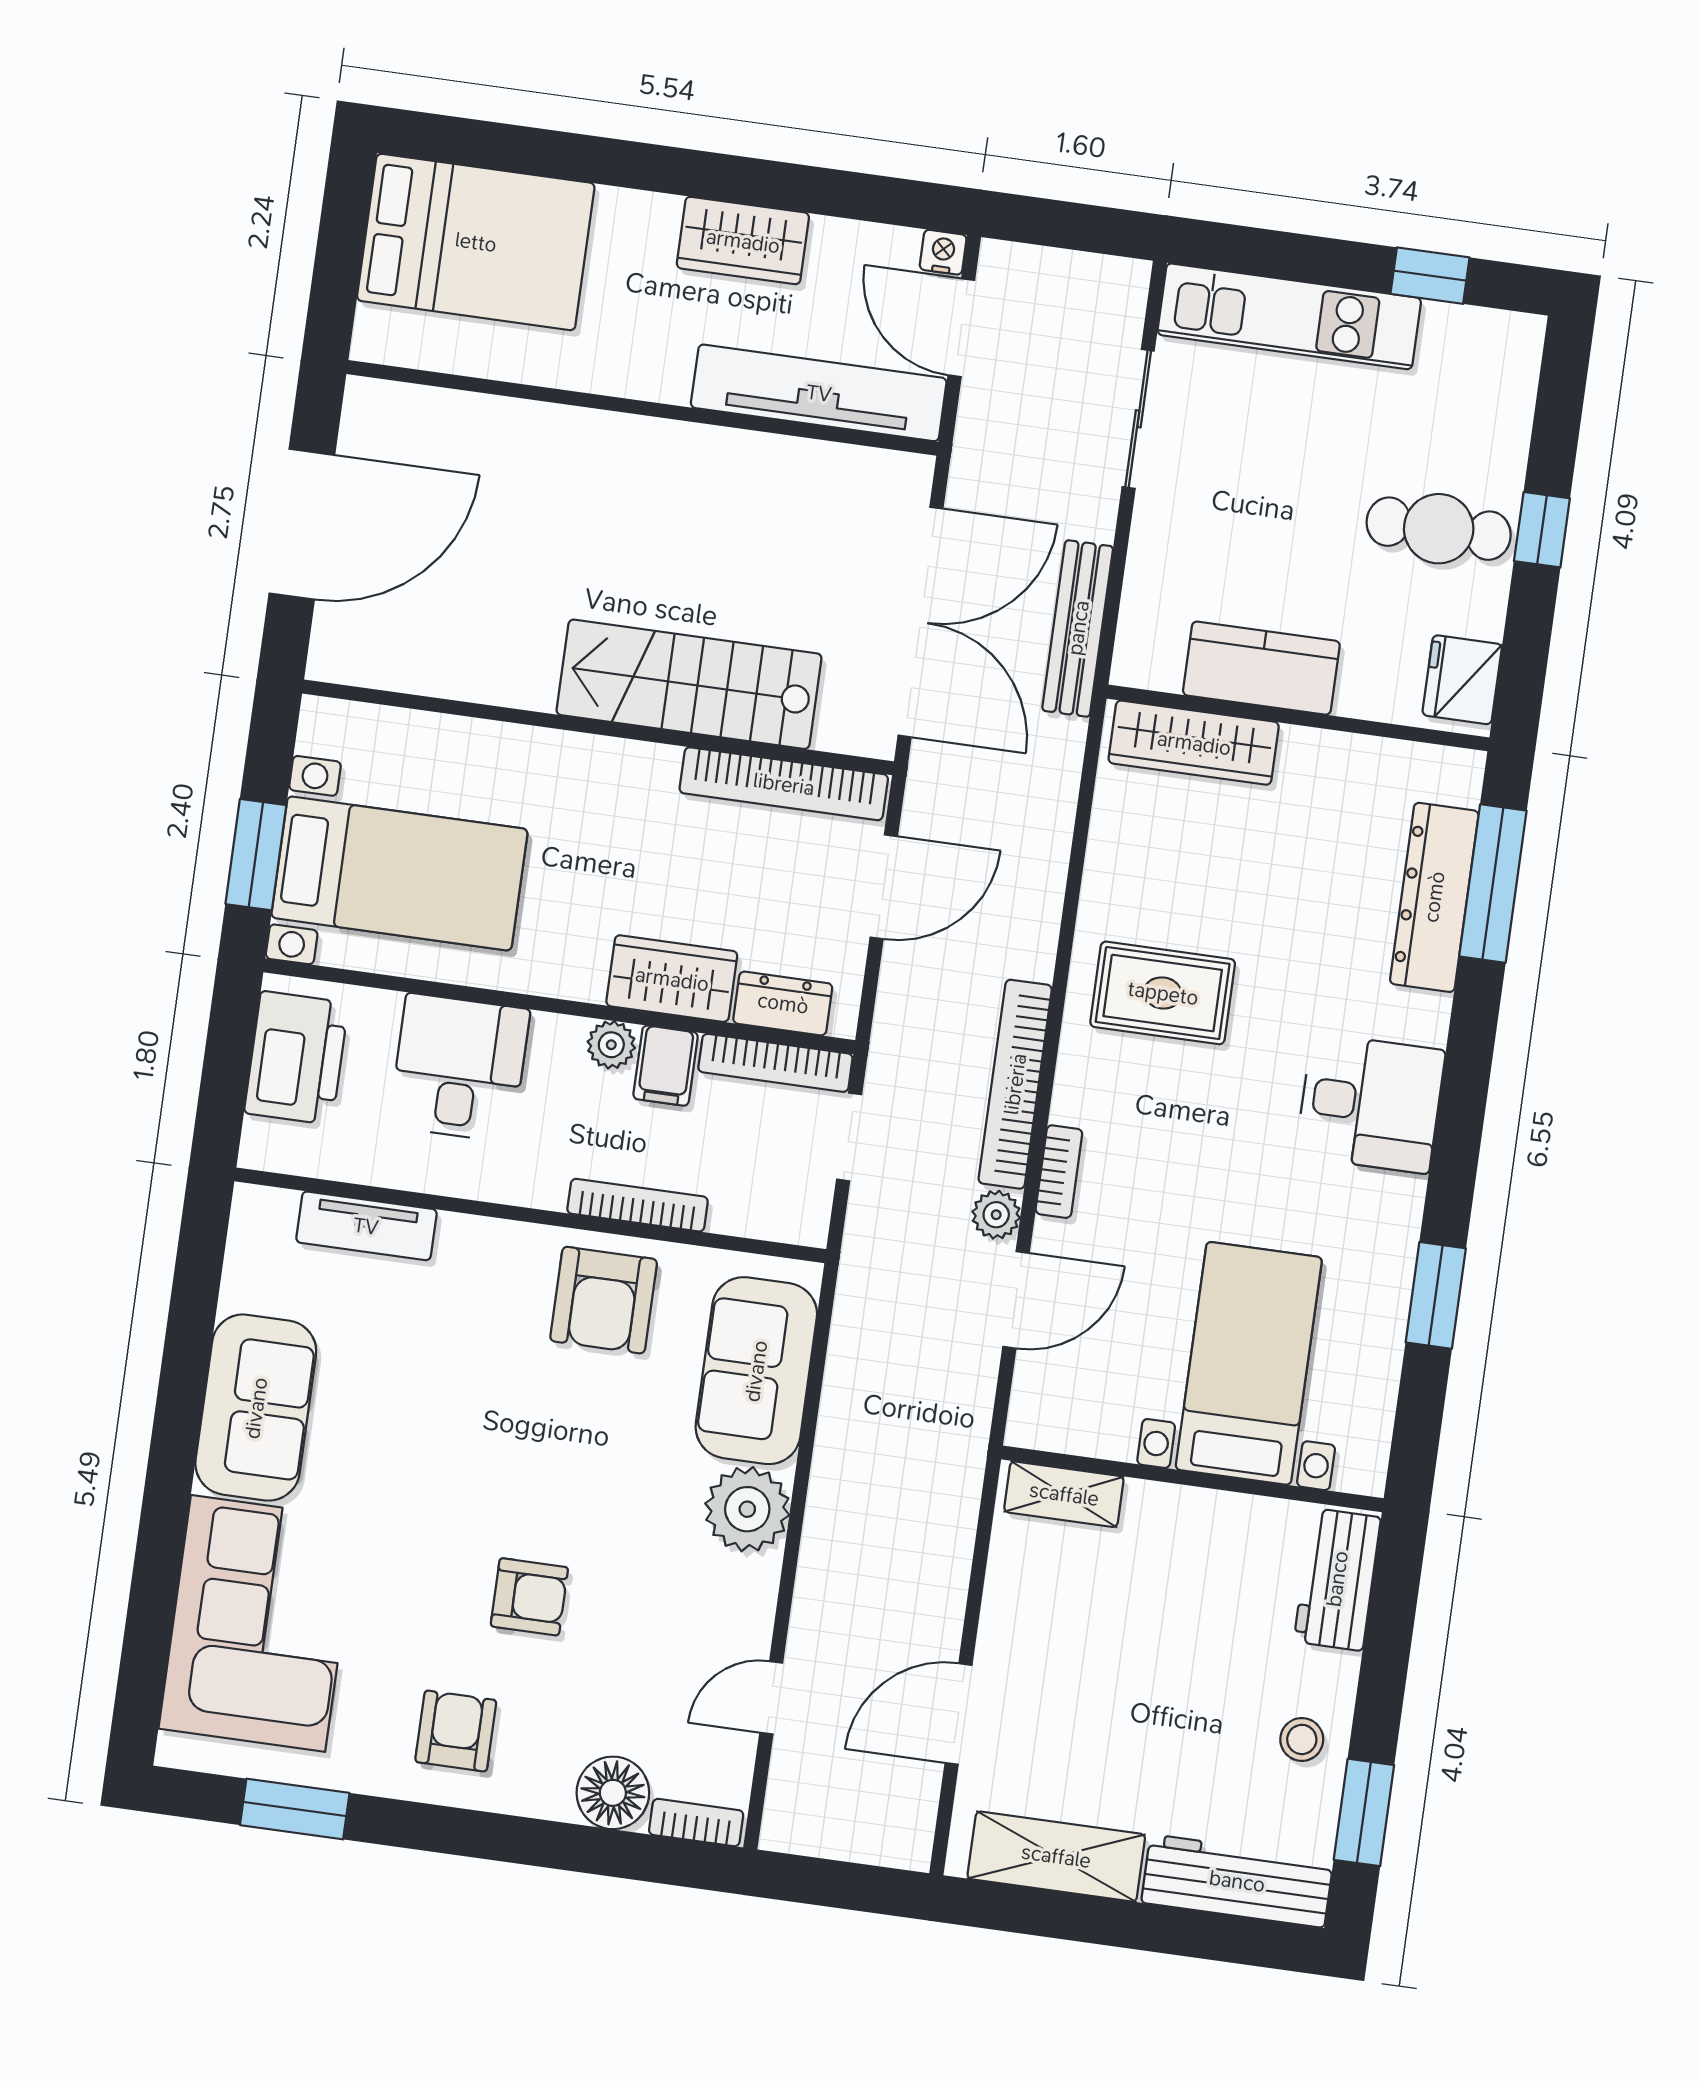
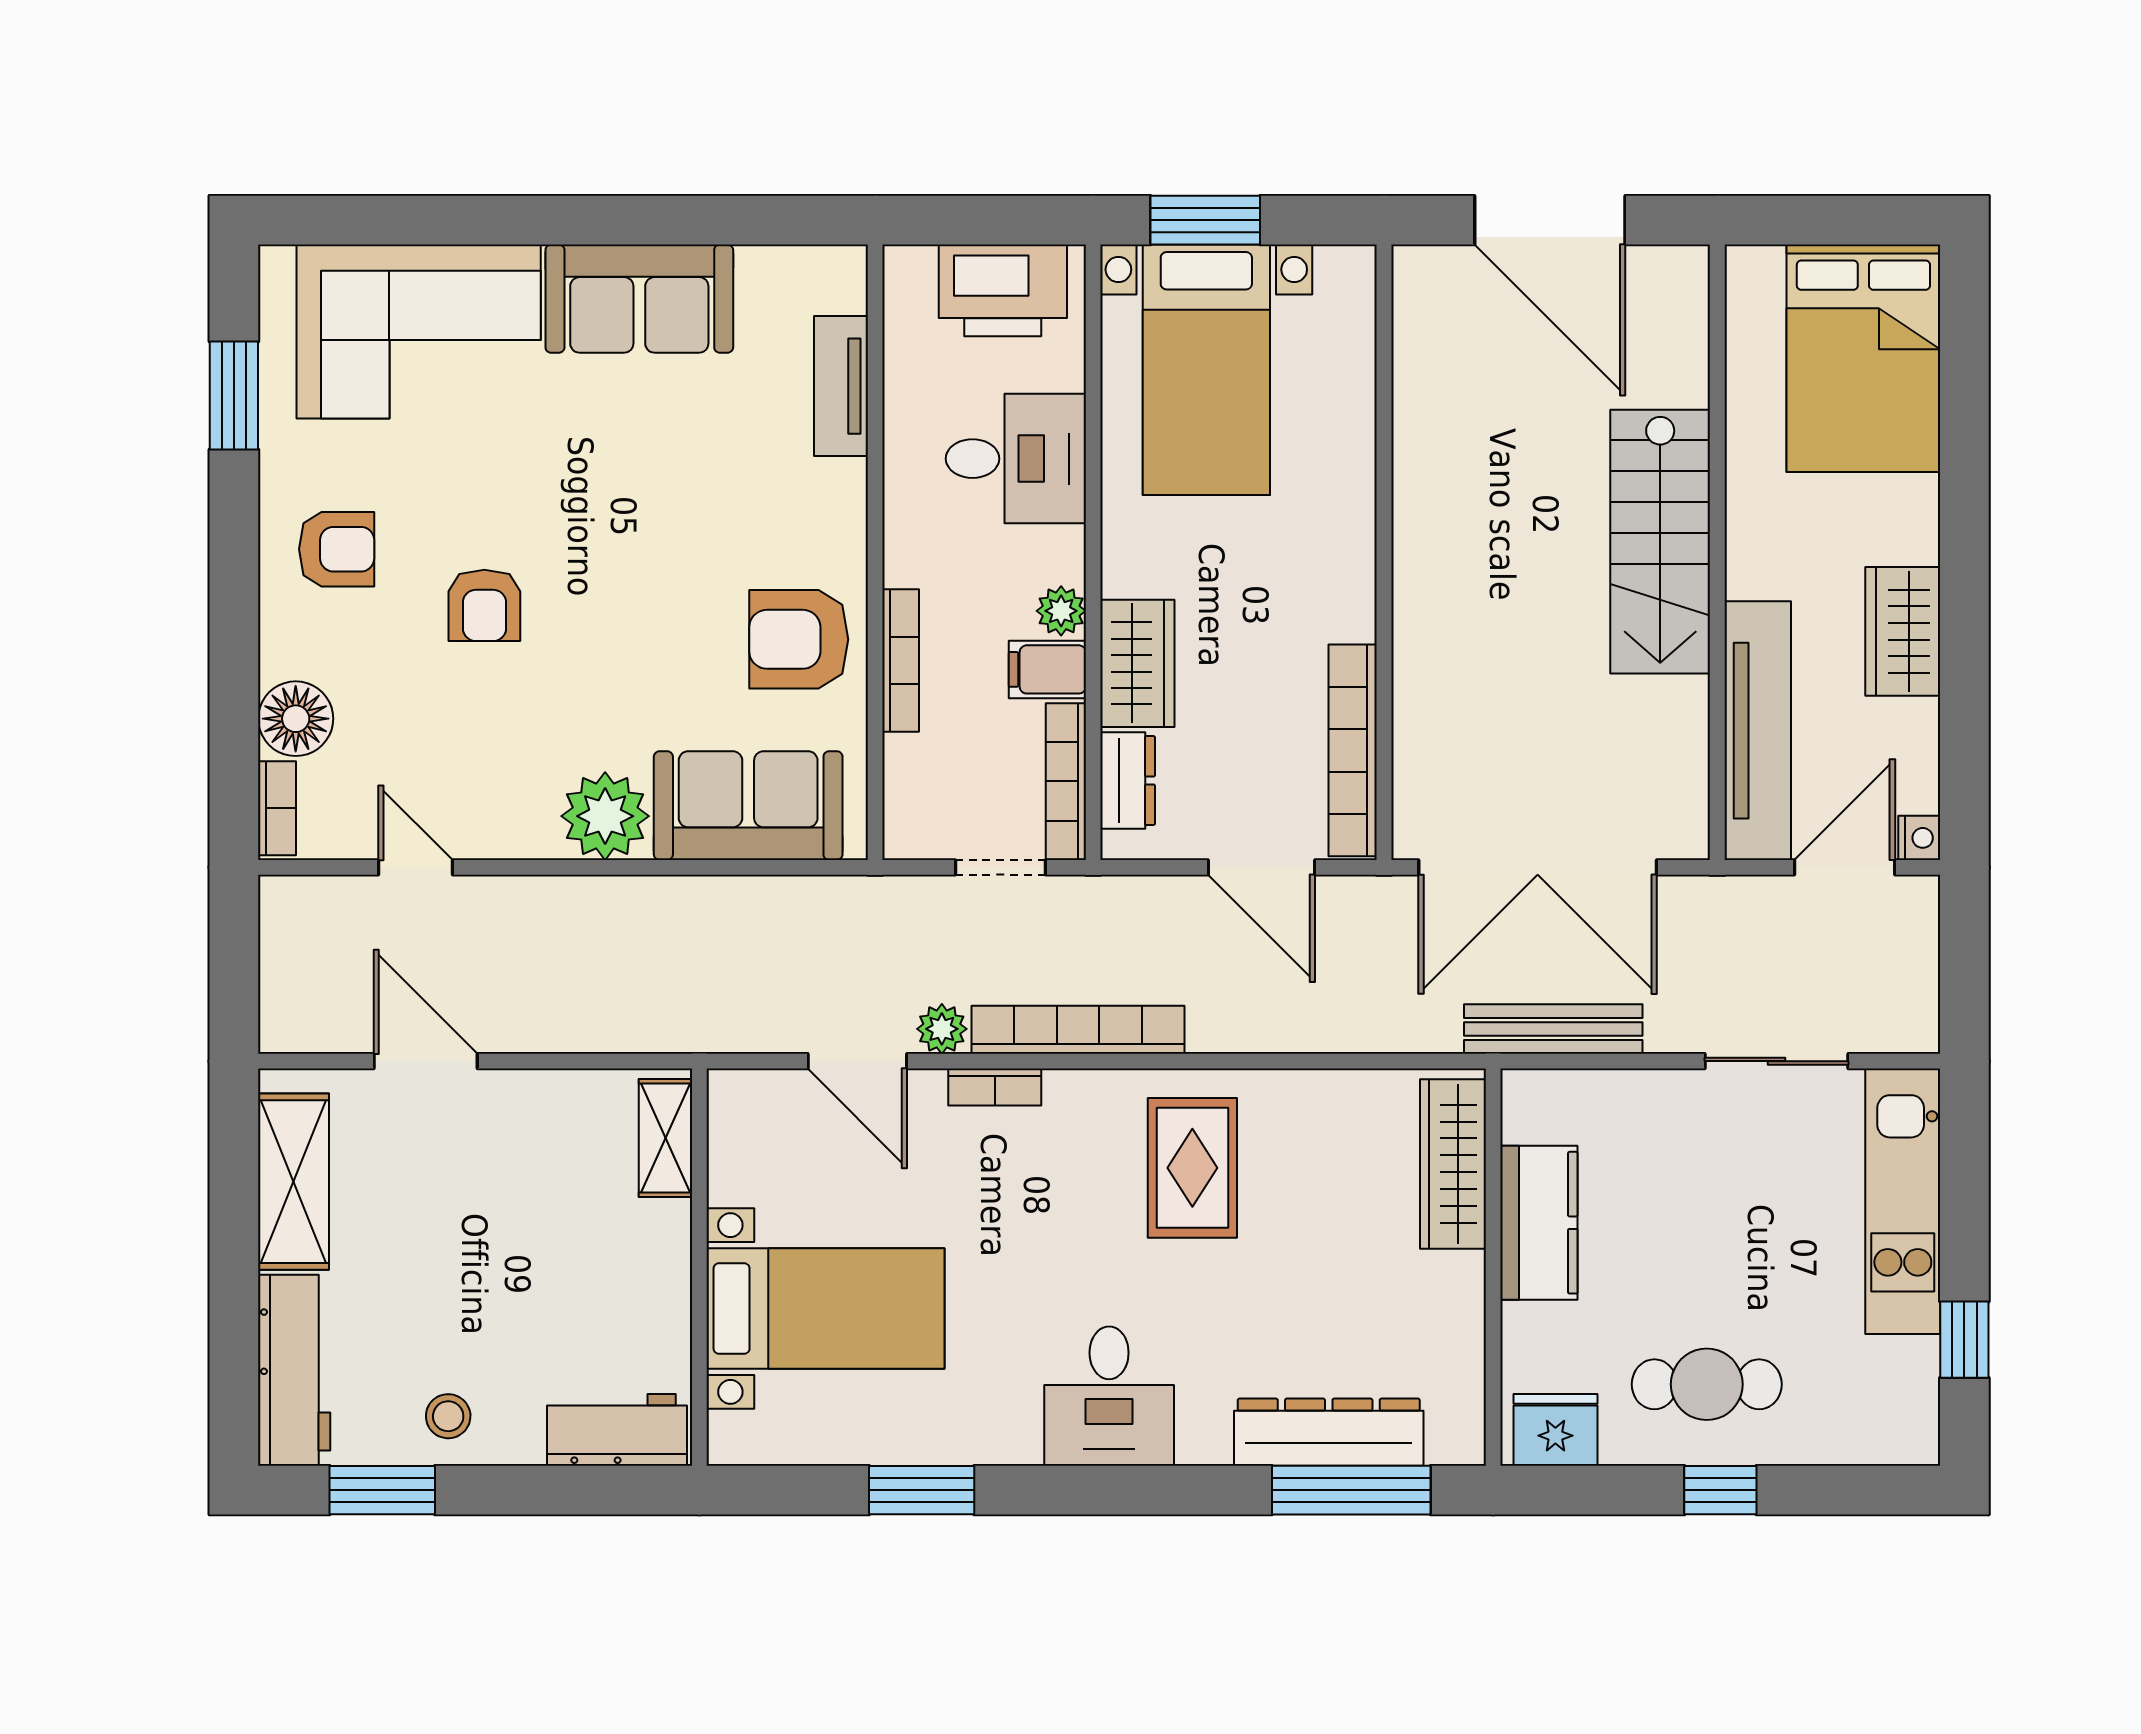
cafe table: (1439, 529) -> (1707, 1384), turned 90
stairs: (689, 684) -> (1660, 542), moved, turned 180

